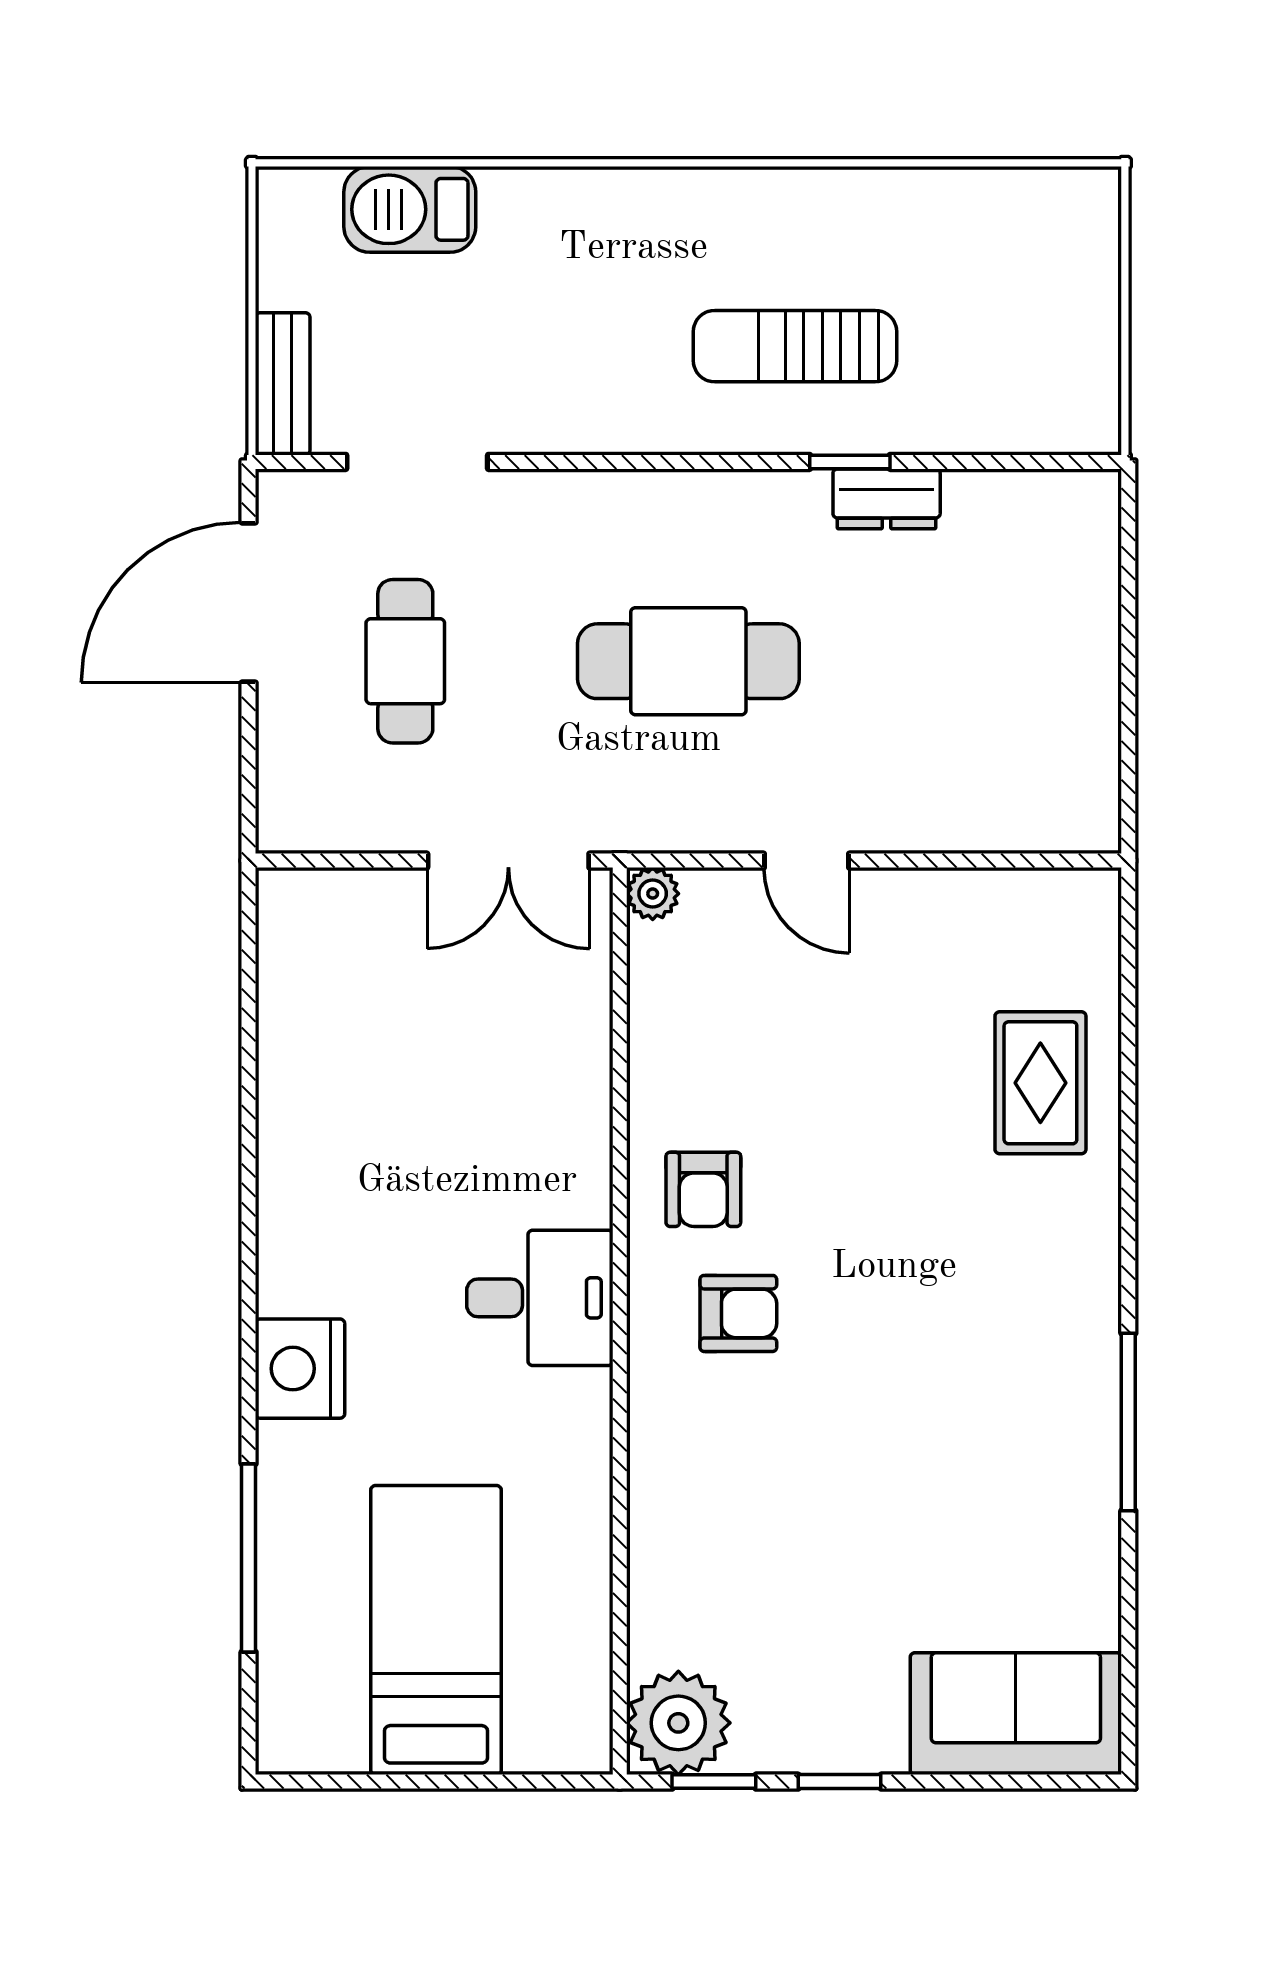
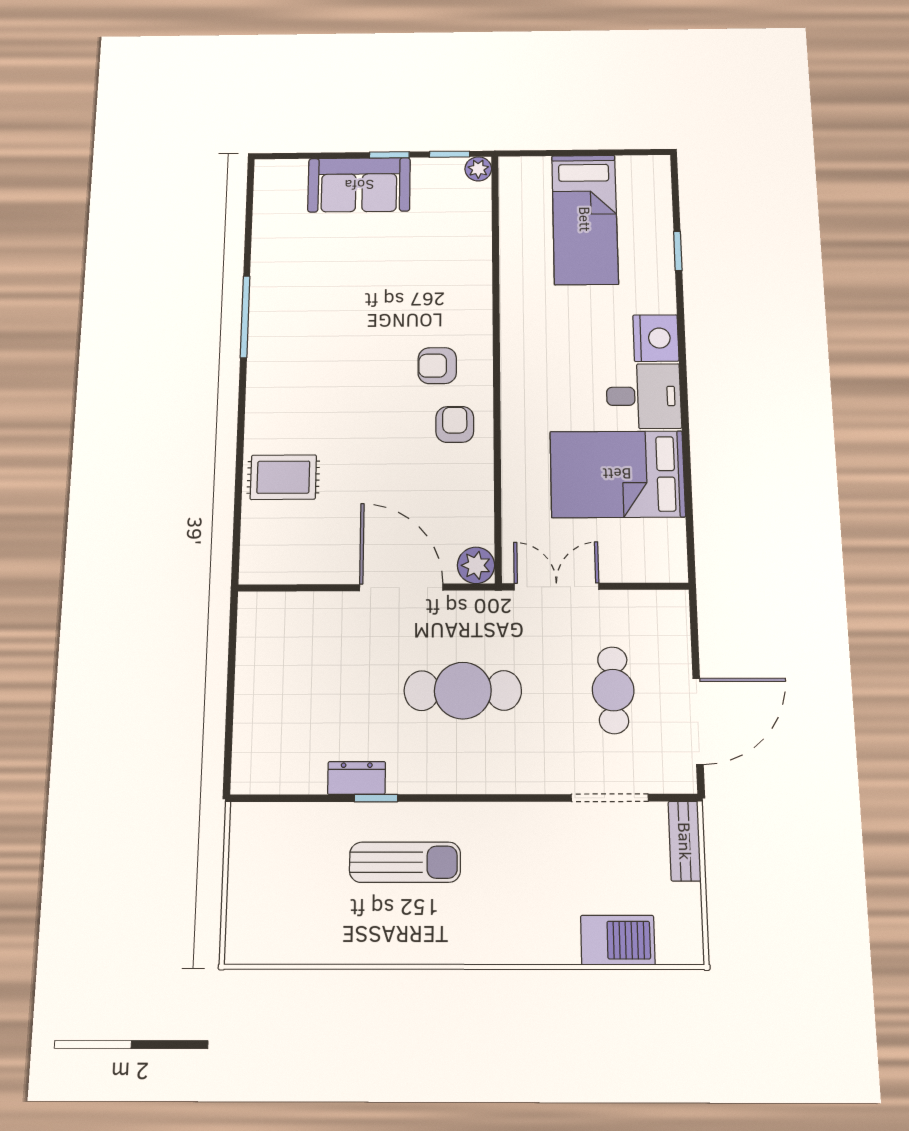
door: (807, 861) -> (401, 587), width x1.87
plant: (653, 894) -> (476, 565), width x1.38, depth x1.38
rug: (1040, 1083) -> (283, 477), turned 90
bed: (385, 1085) -> (617, 474), added
desk: (540, 1298) -> (644, 396), moved, turned 180
window: (249, 1558) -> (678, 251), width x0.46
sofa: (1016, 1714) -> (359, 185), moved
plant: (678, 1723) -> (478, 169), width x0.53, depth x0.53

